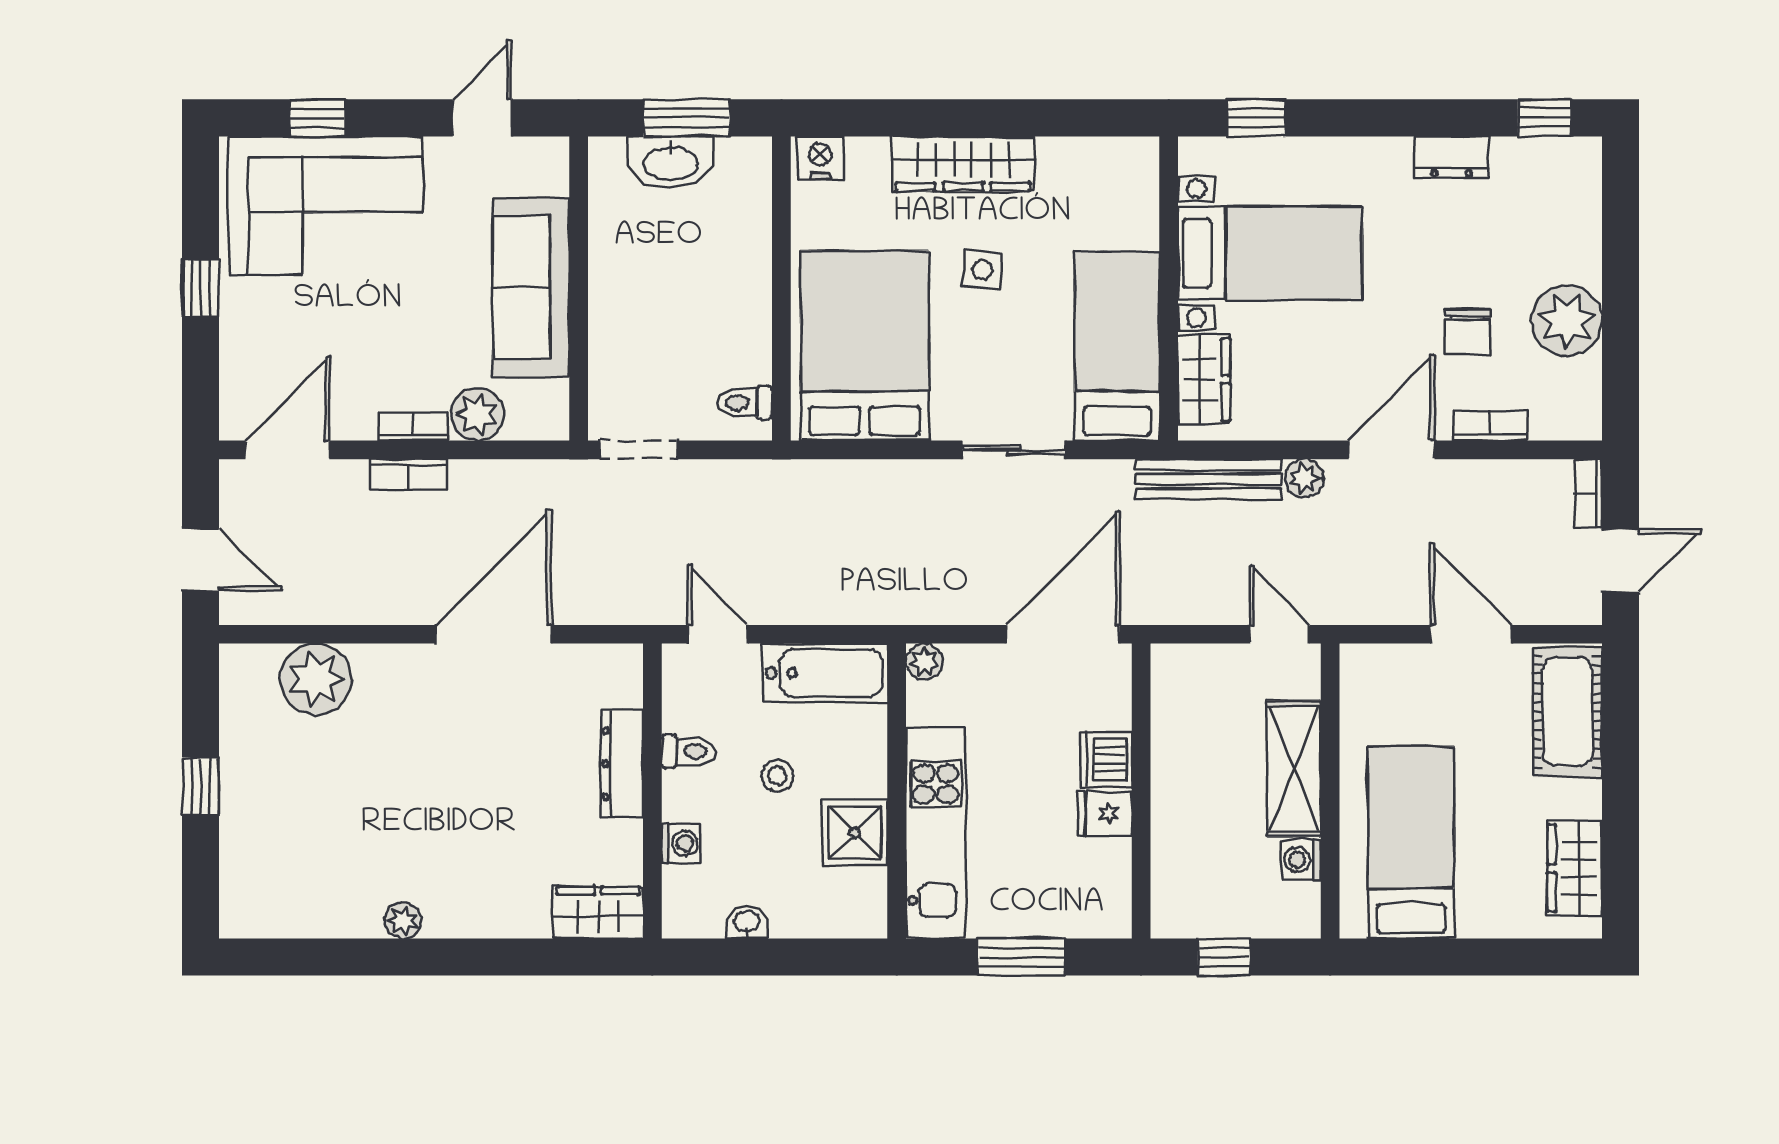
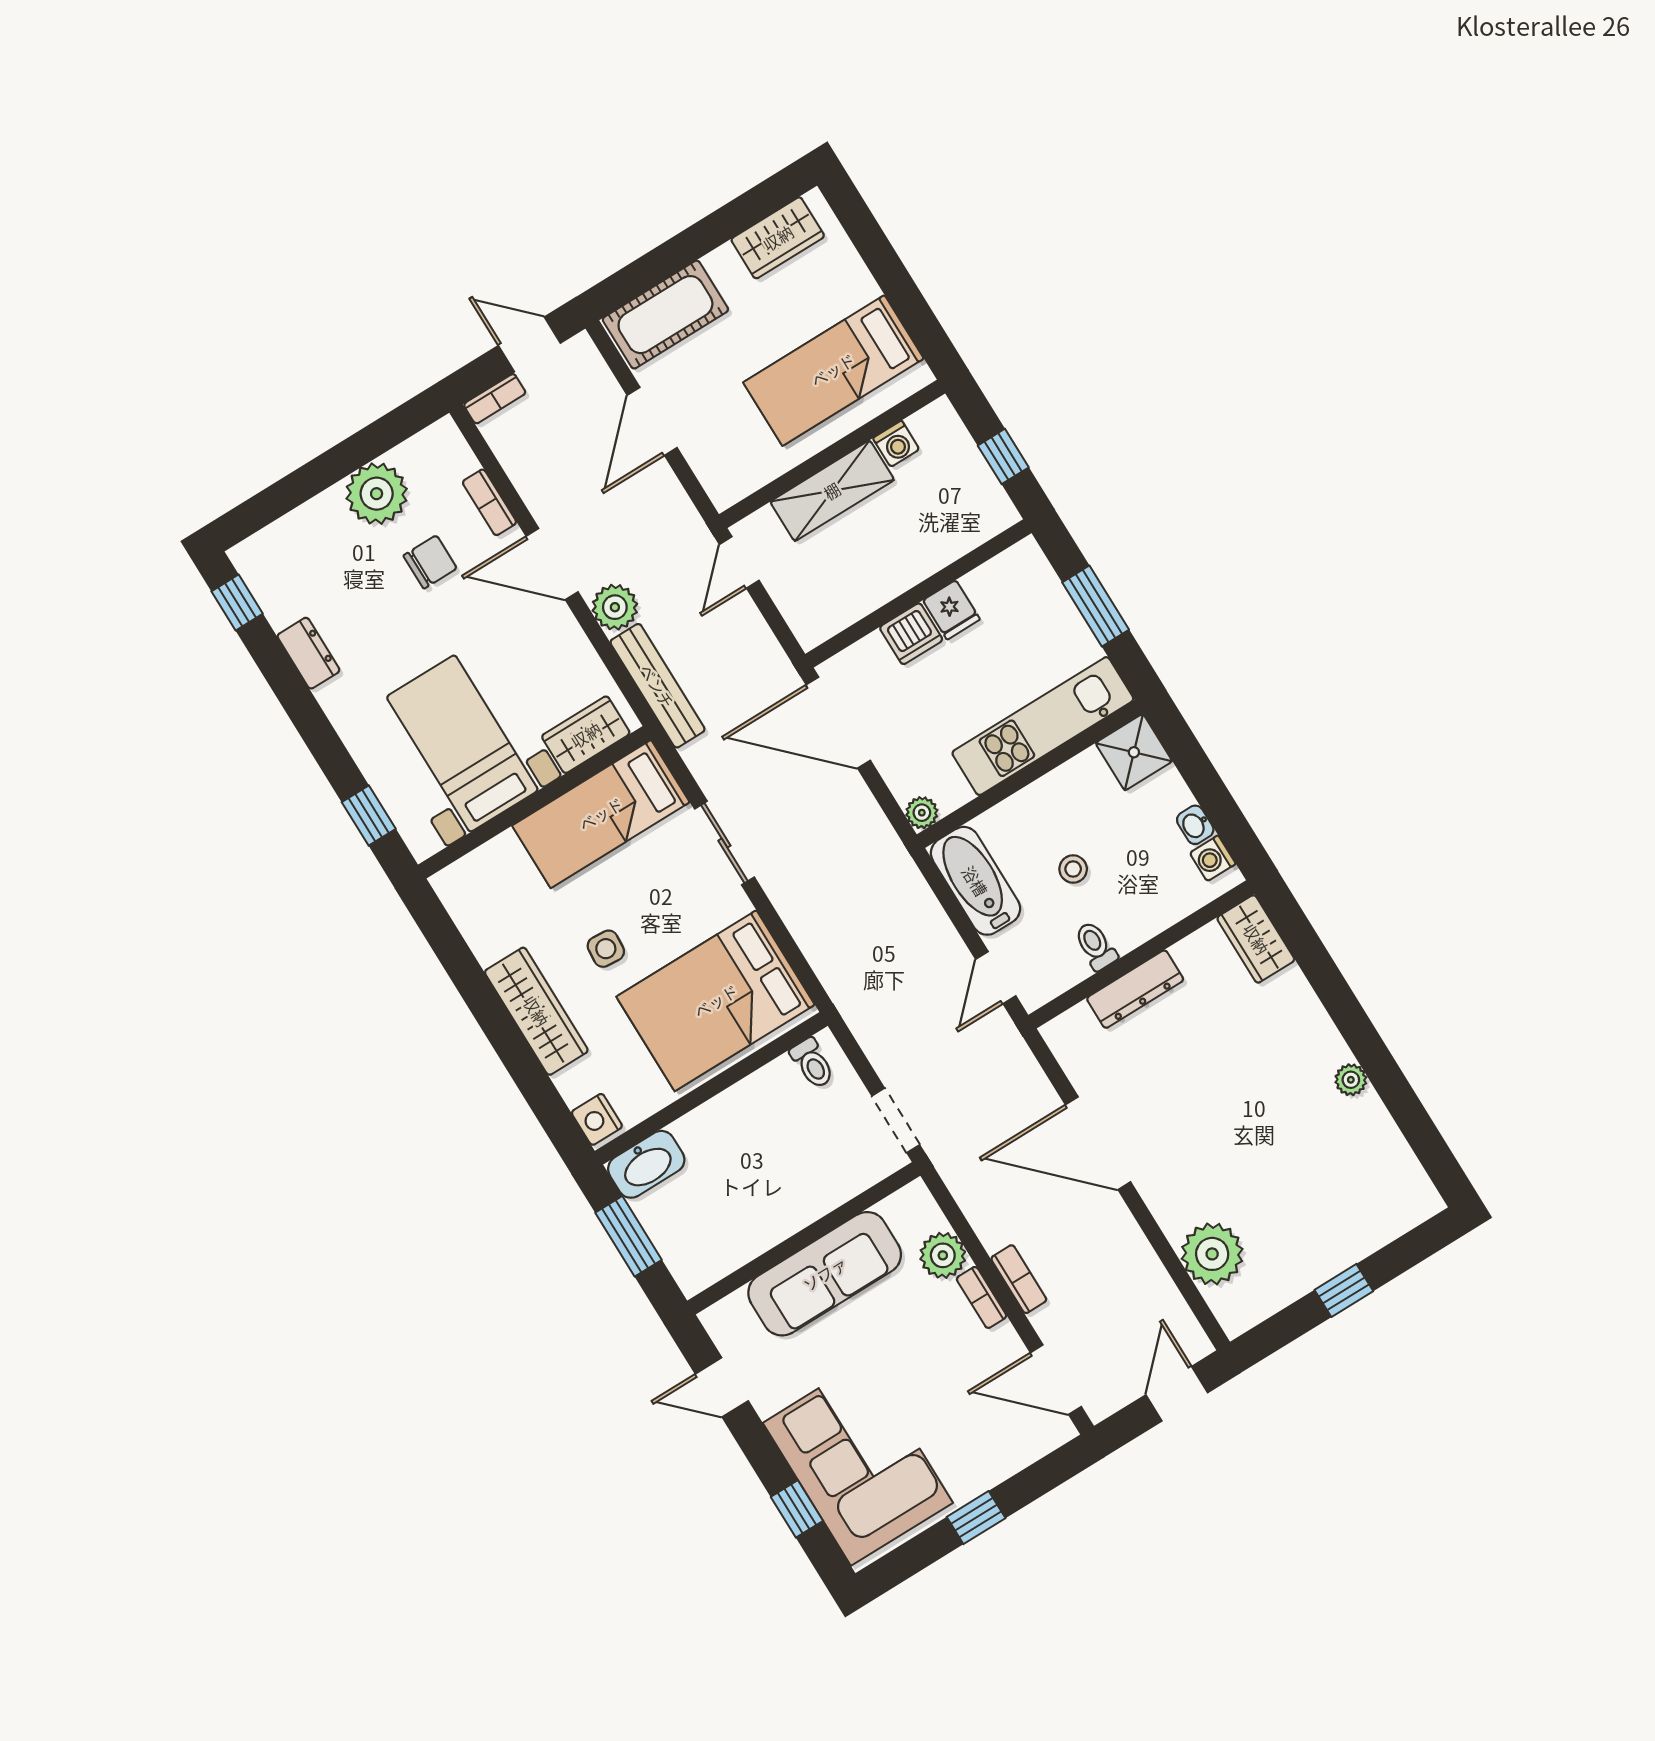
washbasin: (670, 162) -> (646, 1164), moved, turned 90
plant: (1304, 478) -> (615, 607), width x1.38, depth x1.38
shower: (855, 833) -> (1134, 752), moved
washing machine: (681, 843) -> (1213, 858), moved, turned -90

